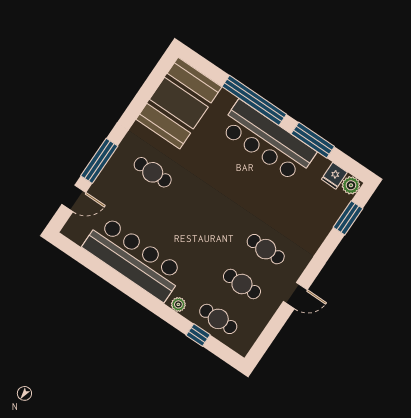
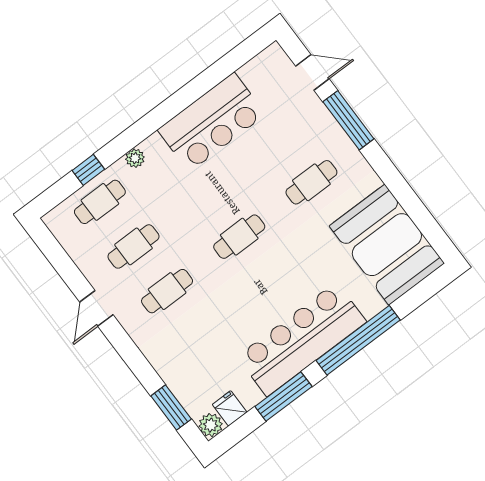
door: (74, 198) -> (312, 72), swing flipped
cafe table: (209, 211) -> (239, 237), added
bar counter: (134, 258) -> (212, 122), width x0.73

